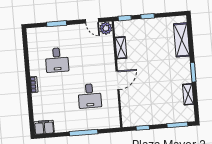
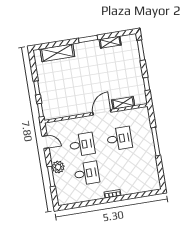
door: (92, 21) -> (46, 142), hinge flipped
plant: (106, 28) -> (58, 167), moved
shelving: (121, 48) -> (123, 103), moved
desk: (86, 58) -> (82, 145), added
door: (118, 80) -> (102, 112), hinge flipped
filing cabinet: (44, 127) -> (154, 181), removed

